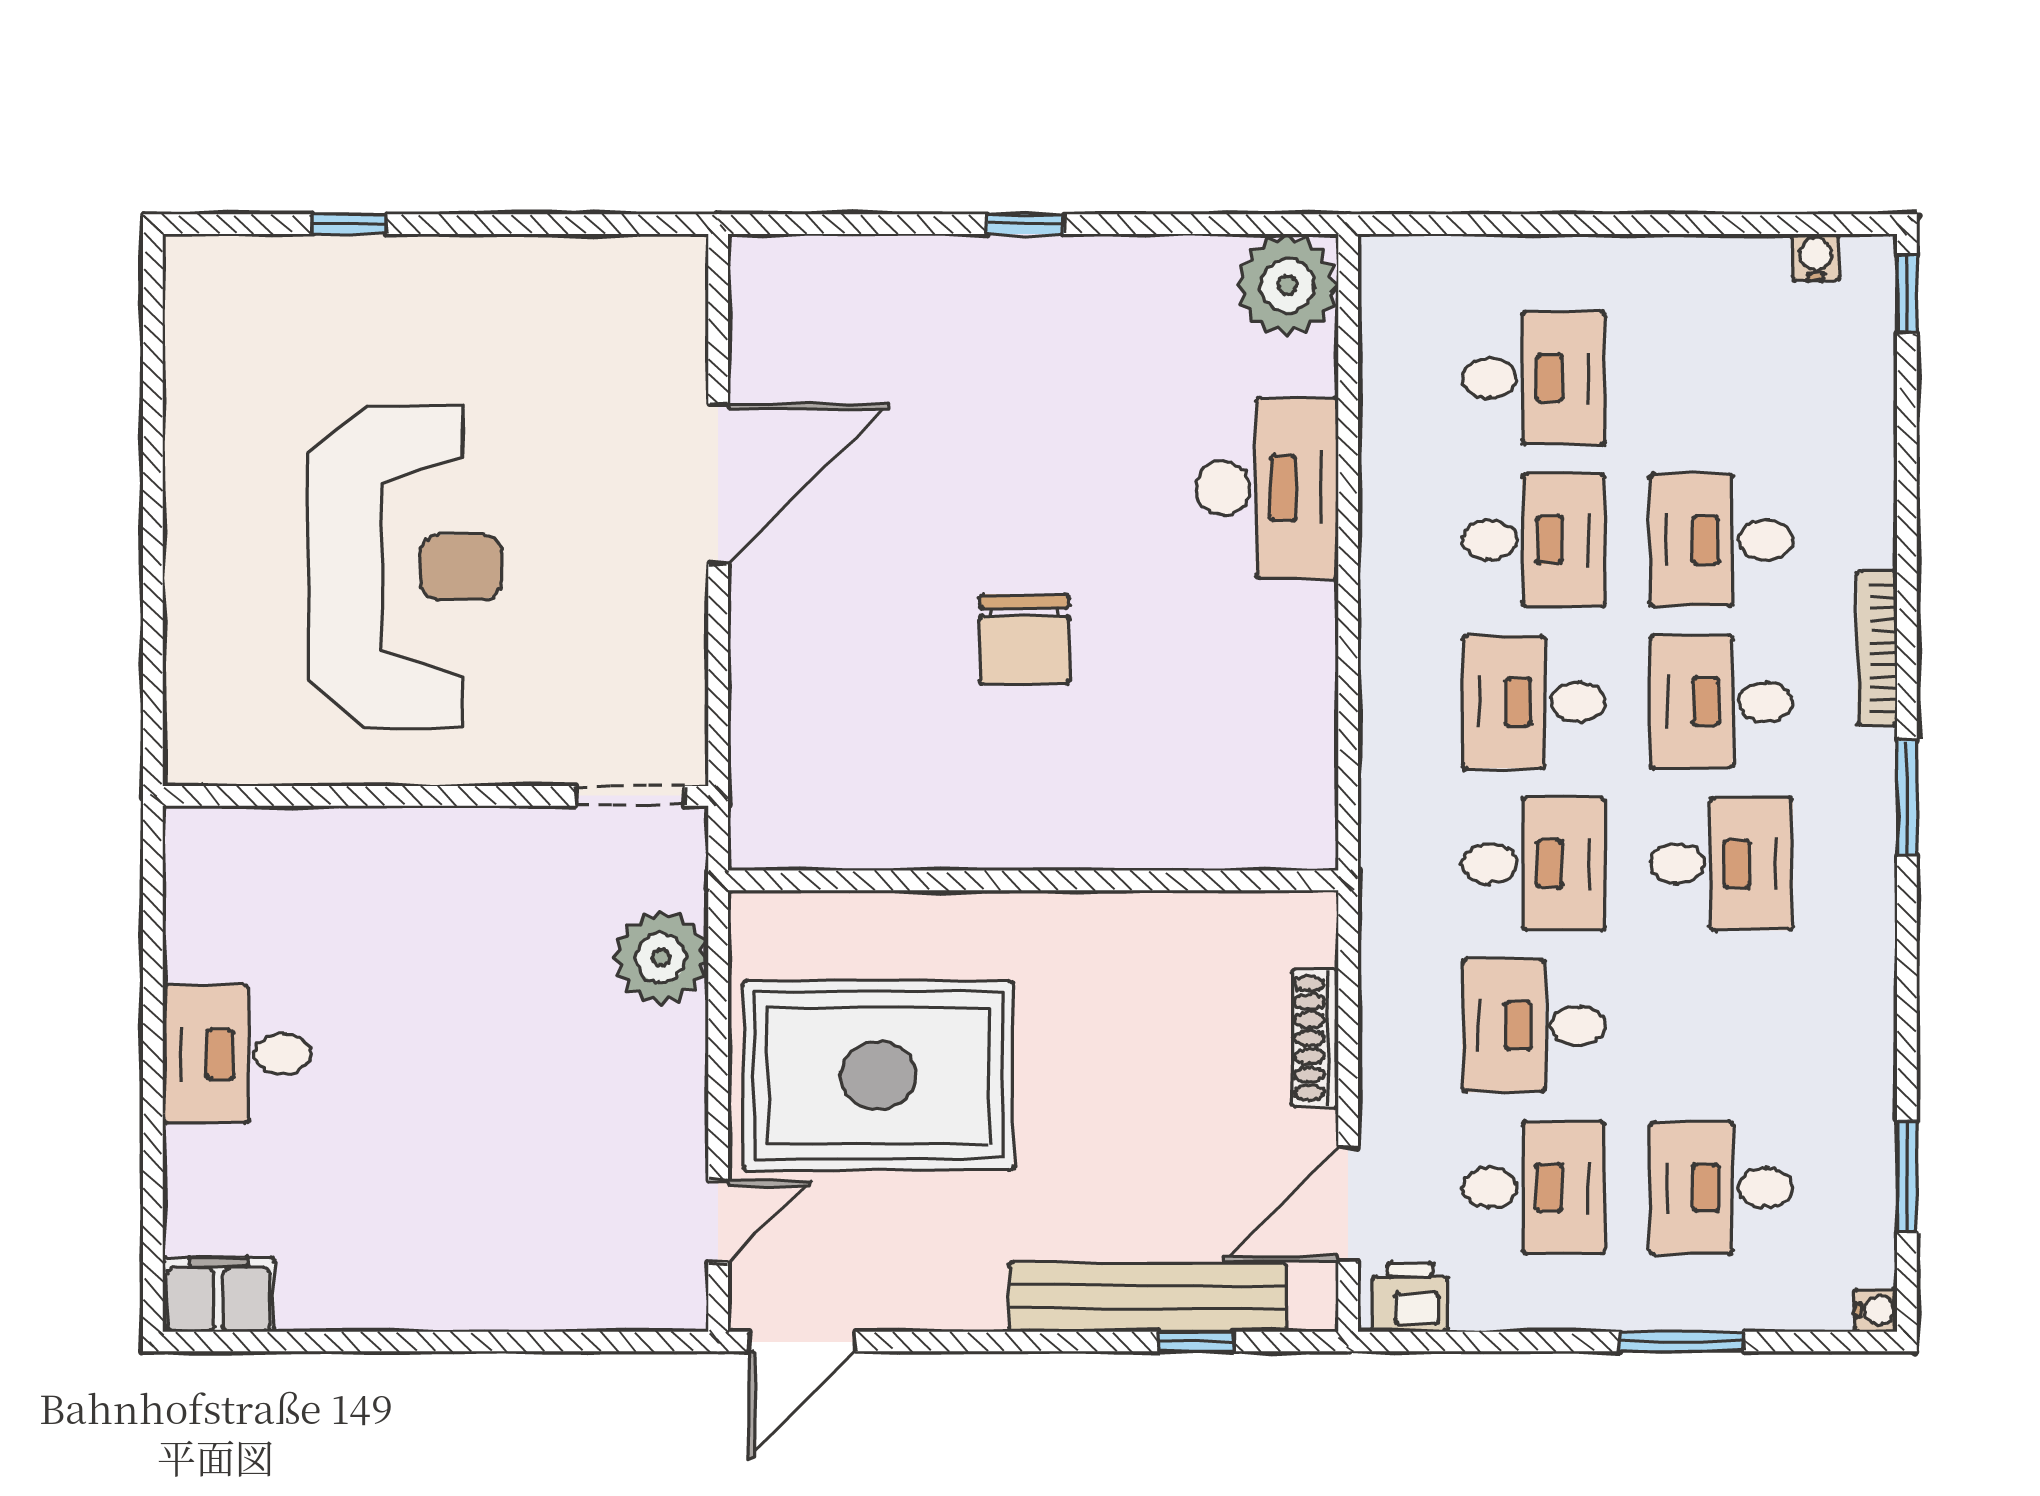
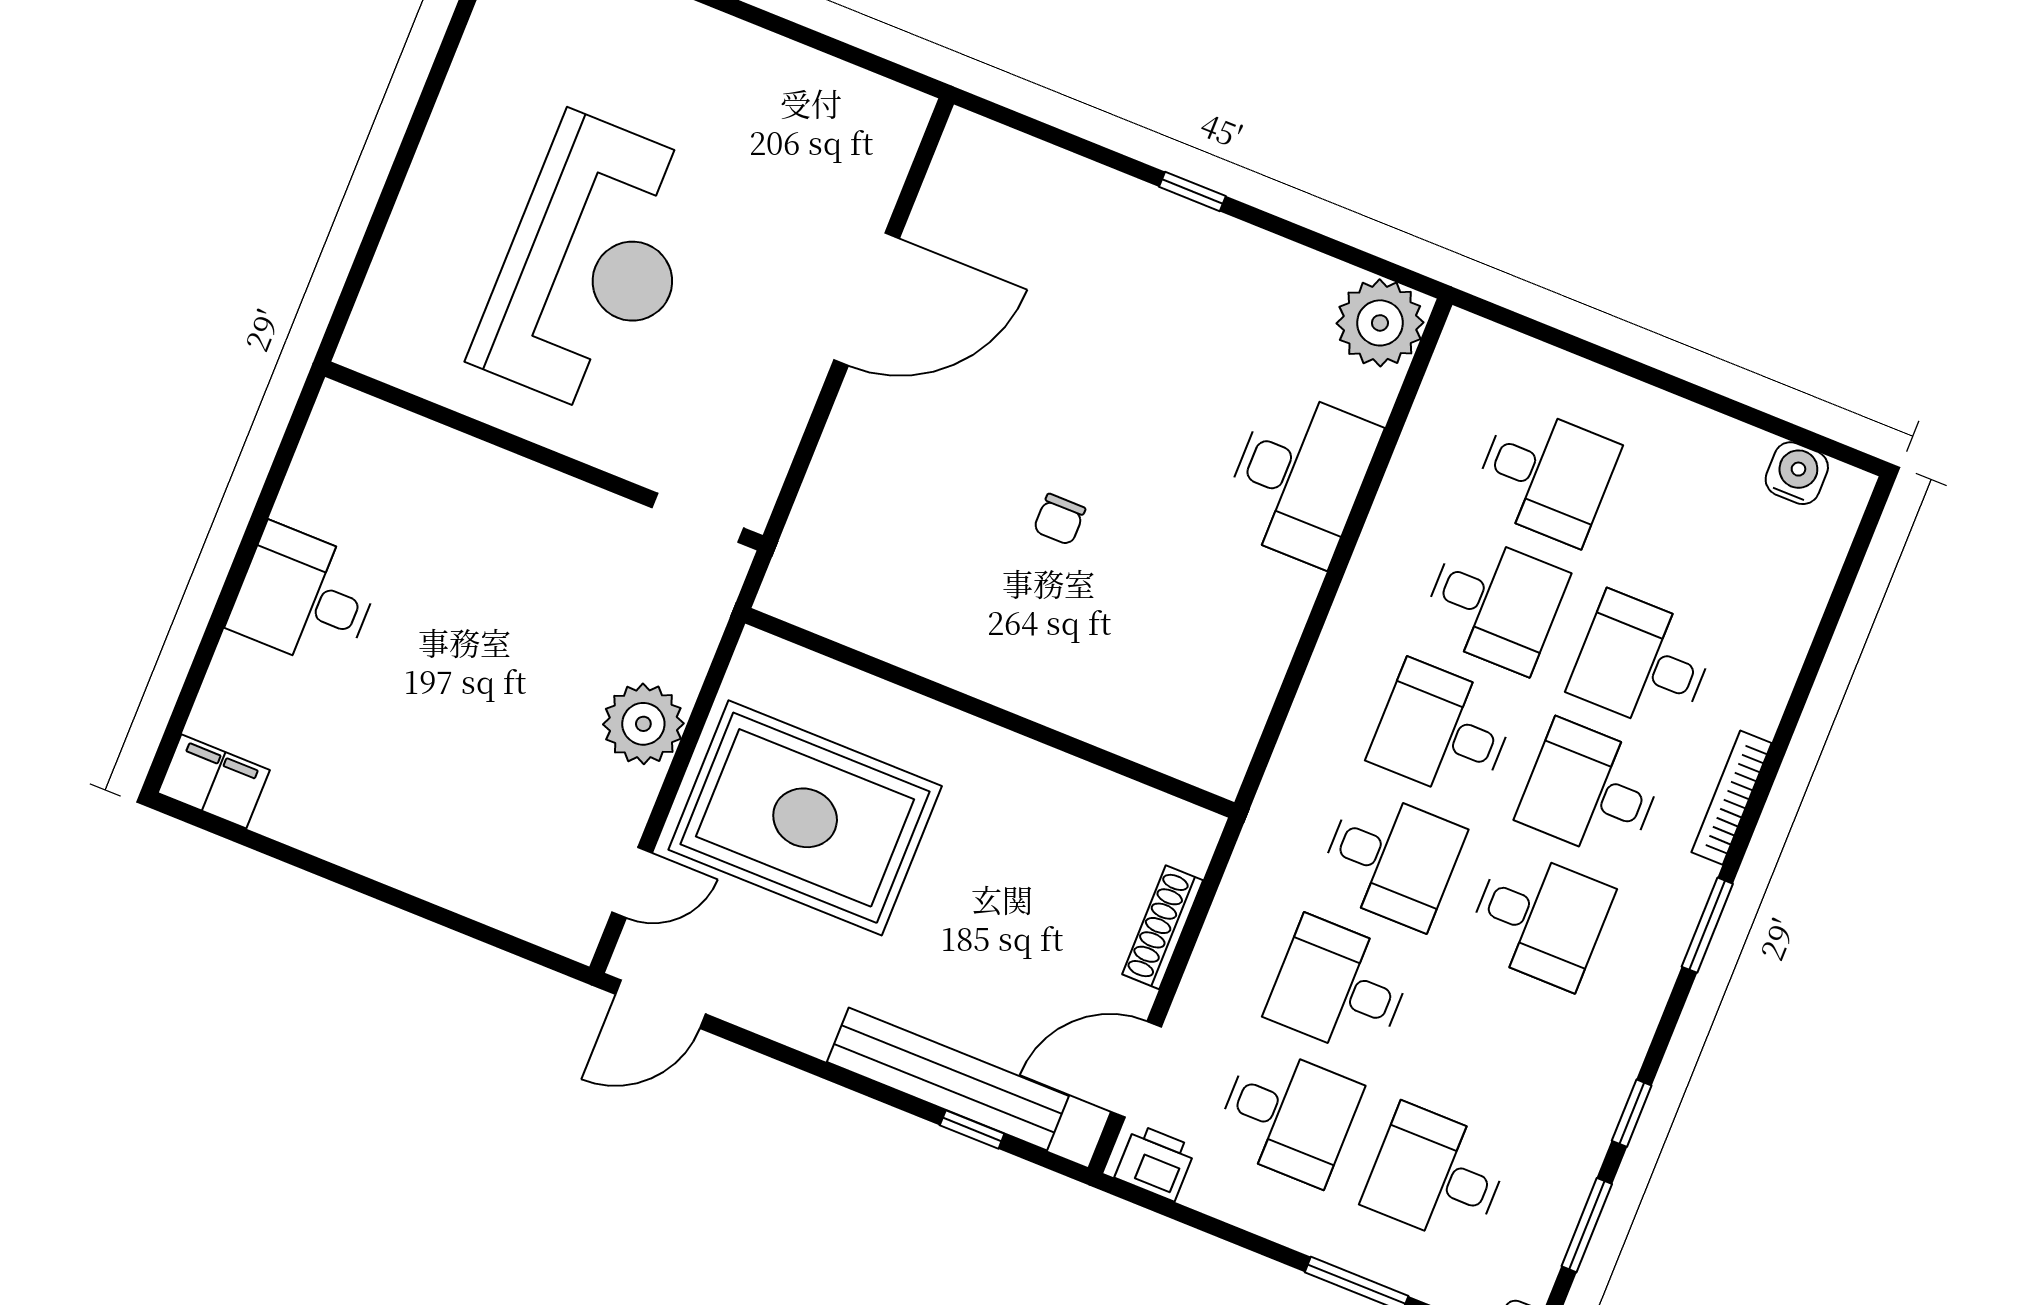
water cooler: (1815, 257) -> (1797, 473), width x1.38, depth x1.38
window: (1907, 294) -> (1632, 1113), moved
chair: (1024, 639) -> (1059, 519), width x0.54, depth x0.54
plant: (661, 958) -> (643, 724), moved

